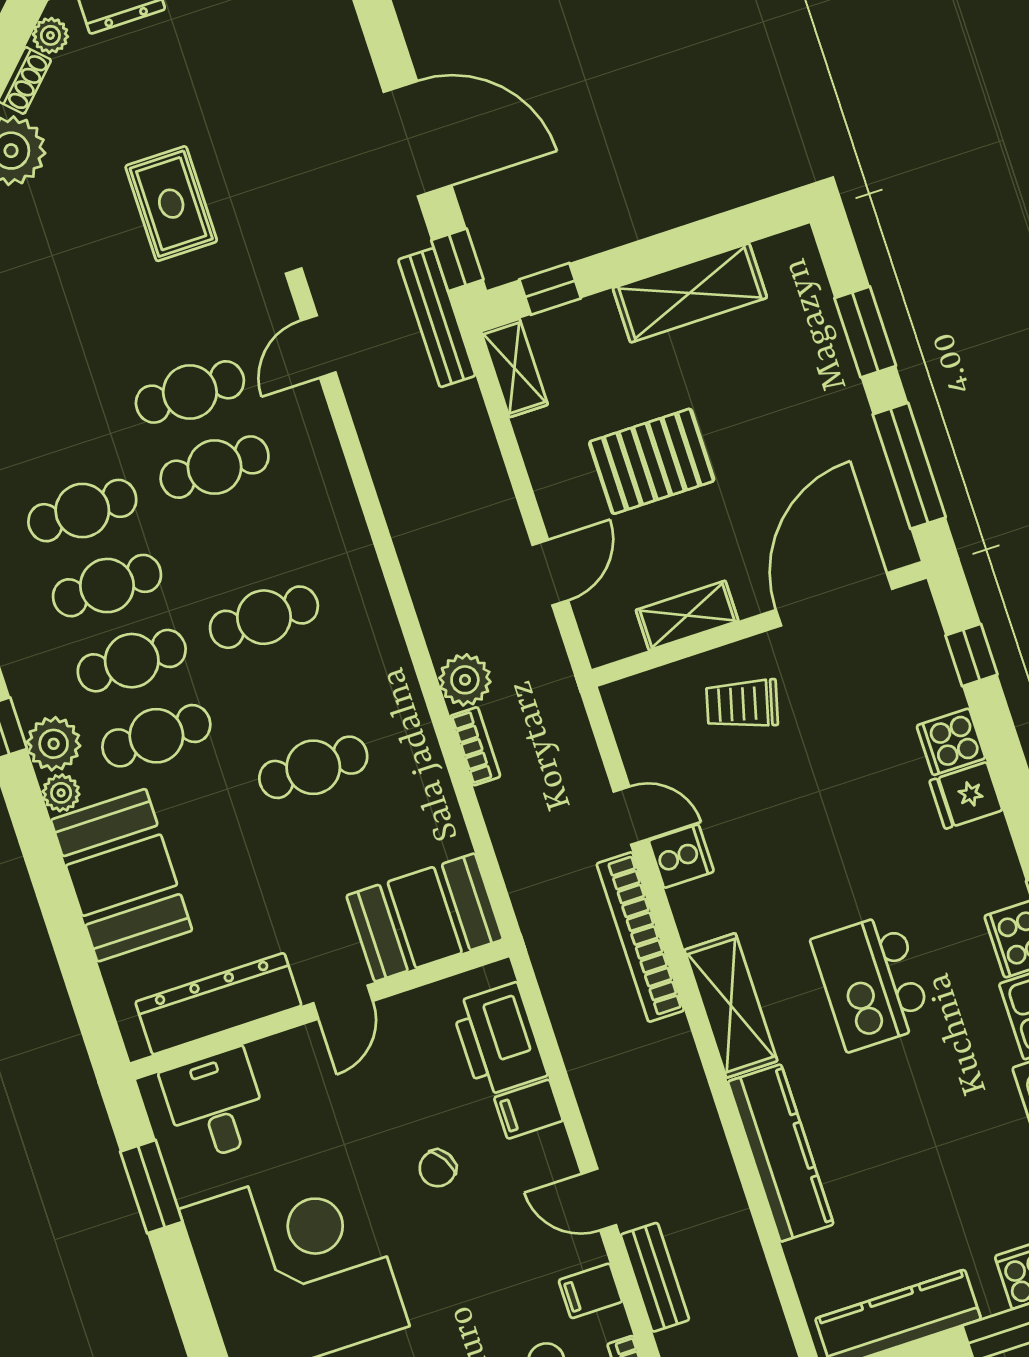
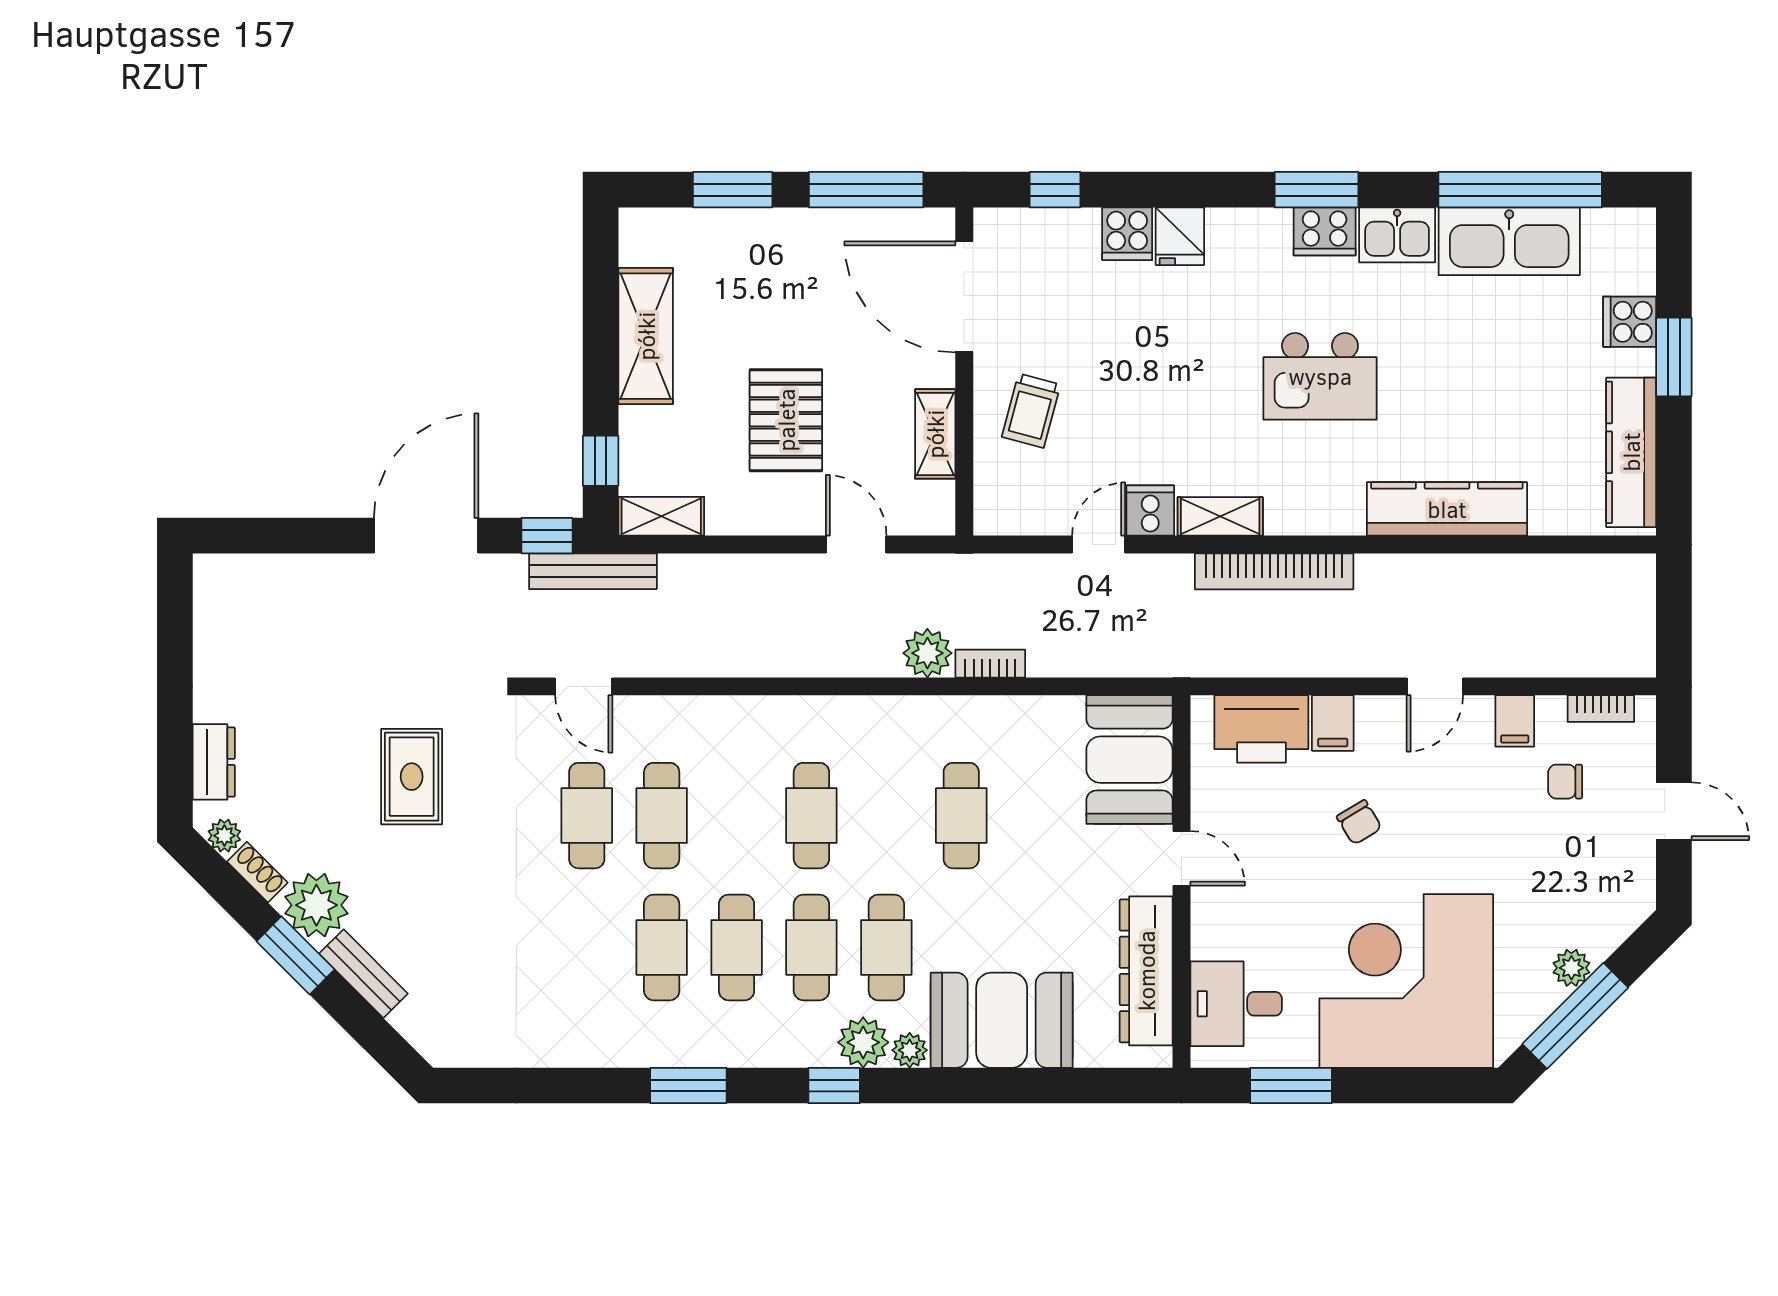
rug: (171, 204) -> (412, 777), turned 90
bookcase: (640, 937) -> (1274, 571), moved
shelving: (731, 1005) -> (1220, 516), moved, width x0.67, depth x0.75
bench: (655, 1277) -> (1522, 659), removed

